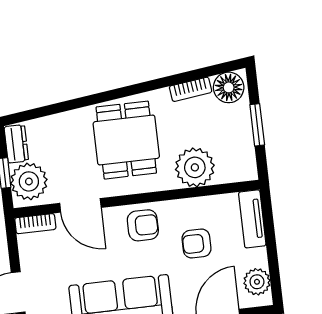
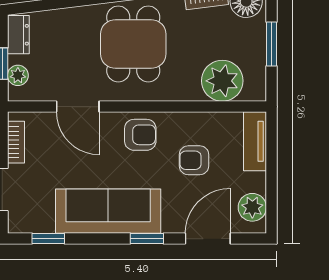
plant: (195, 167) -> (222, 81), moved
plant: (29, 181) -> (18, 75), width x0.53, depth x0.53
bookcase: (35, 224) -> (16, 142), moved, turned -90

